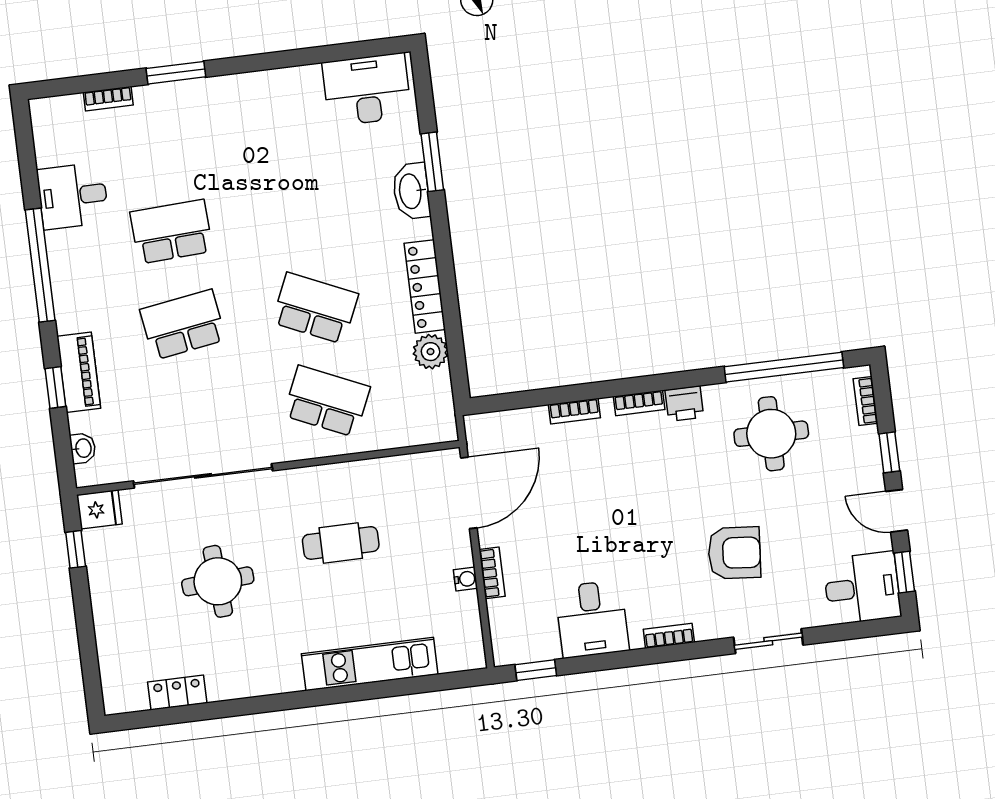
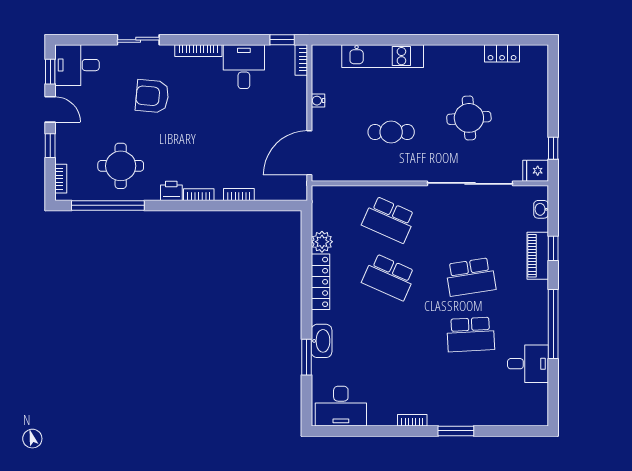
bookcase: (108, 99) -> (412, 420), moved
bookcase: (492, 573) -> (301, 60), moved
bookcase: (669, 636) -> (198, 51), width x1.56

